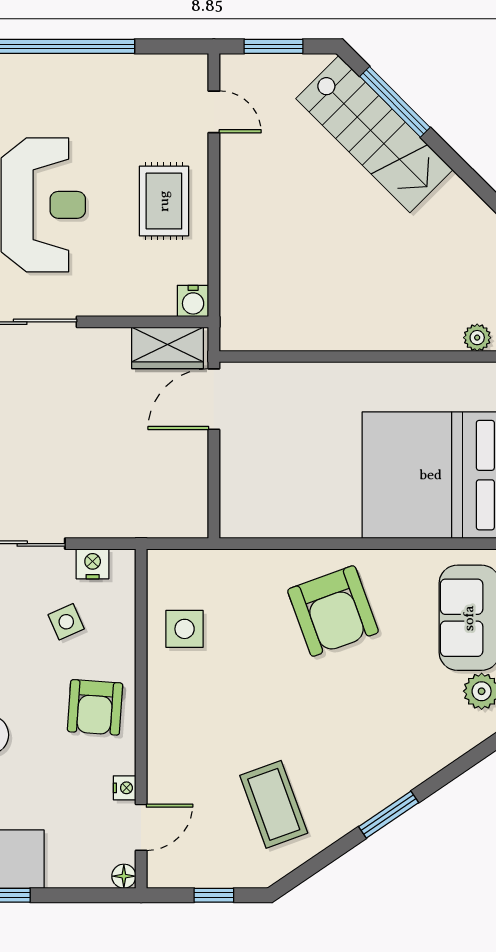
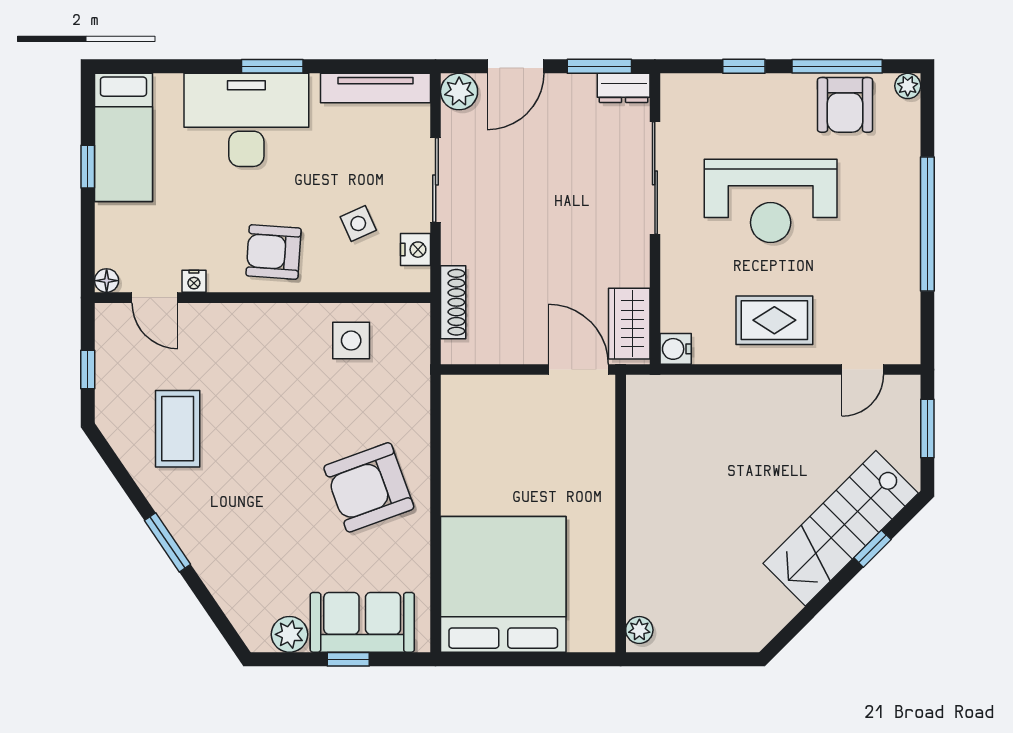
window: (395, 102) -> (872, 549), width x0.46
shoe rack: (146, 526) -> (453, 302), added
coffee table: (274, 804) -> (178, 429), turned -70

